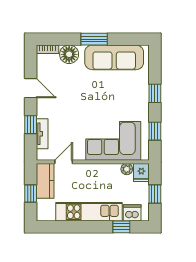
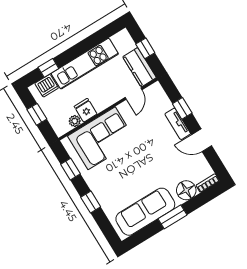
tv unit: (42, 134) -> (178, 124), moved
fridge: (141, 173) -> (86, 110), moved

